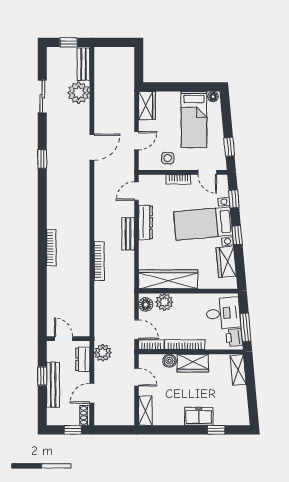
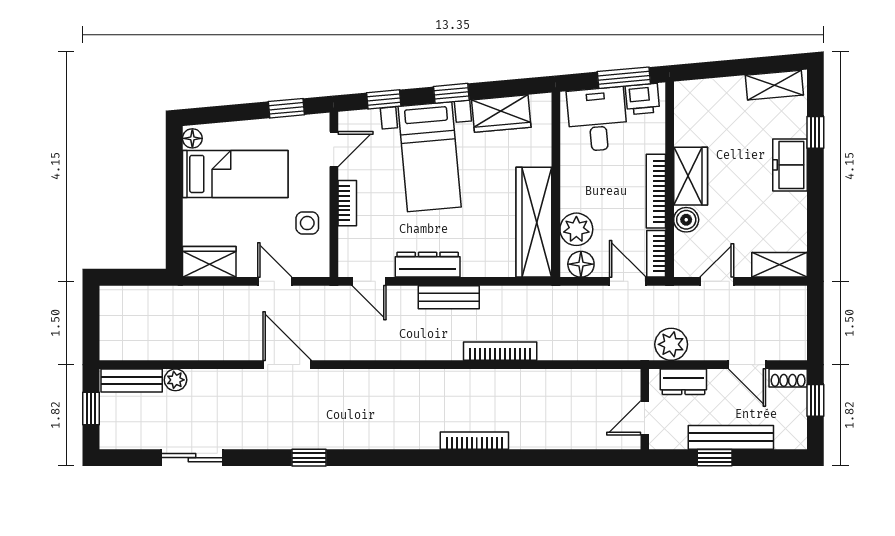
plant: (79, 93) -> (175, 380), width x0.53, depth x0.53
door: (136, 330) -> (628, 281), hinge flipped
shelving: (238, 370) -> (774, 85), moved

